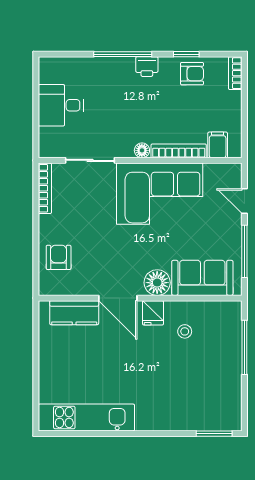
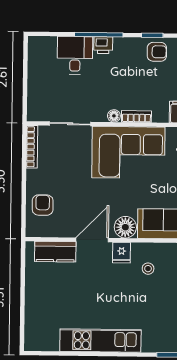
printer: (147, 67) -> (103, 45), moved
desk: (61, 105) -> (75, 55), moved, turned 90
bookcase: (179, 151) -> (136, 117), width x0.64
door: (118, 298) -> (92, 240), swing flipped
kitchen unit: (86, 417) -> (100, 340), moved

